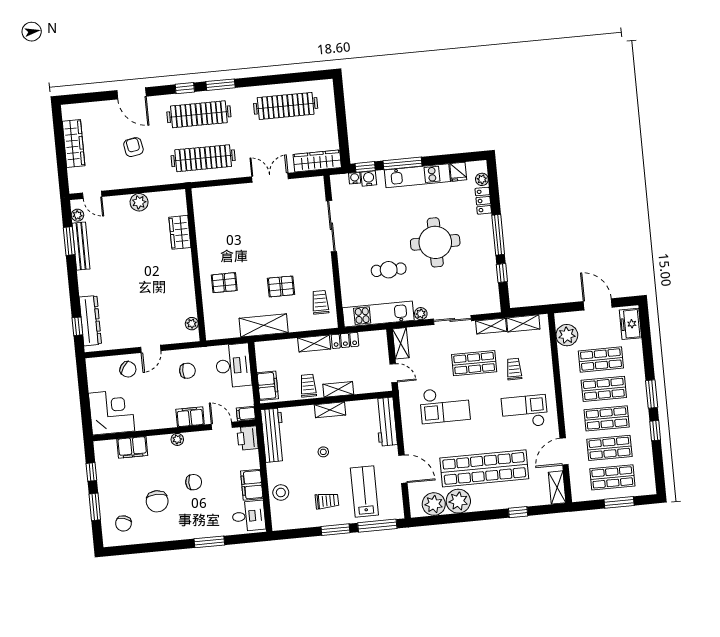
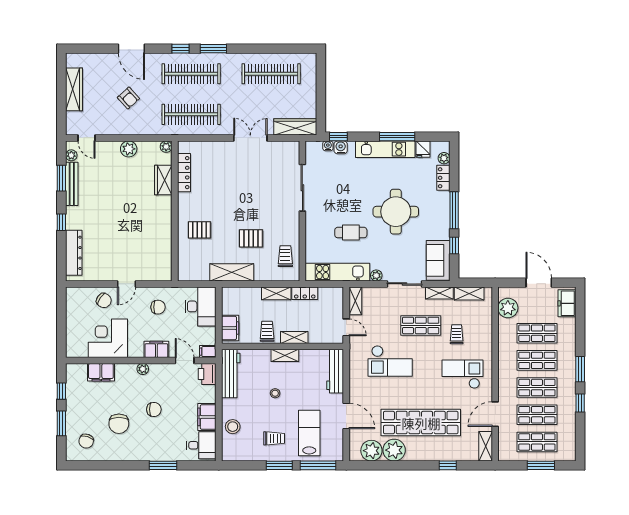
armchair: (133, 147) -> (128, 98), turned 148
window: (402, 163) -> (397, 137), moved
locker: (202, 222) -> (184, 173), added
sofa: (486, 291) -> (438, 260), added
plant: (192, 324) -> (166, 147), moved
window: (77, 326) -> (61, 222), moved
corner desk: (112, 412) -> (108, 338), moved, turned -90

